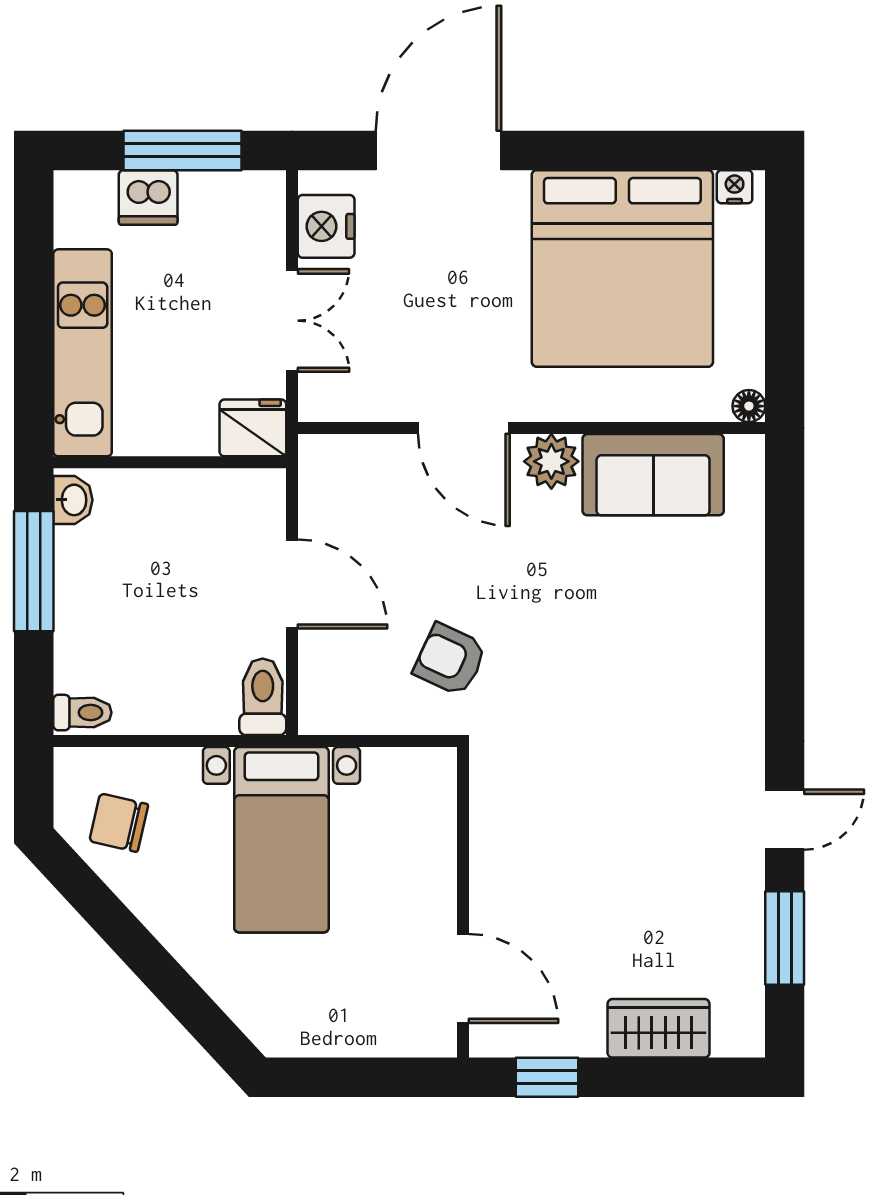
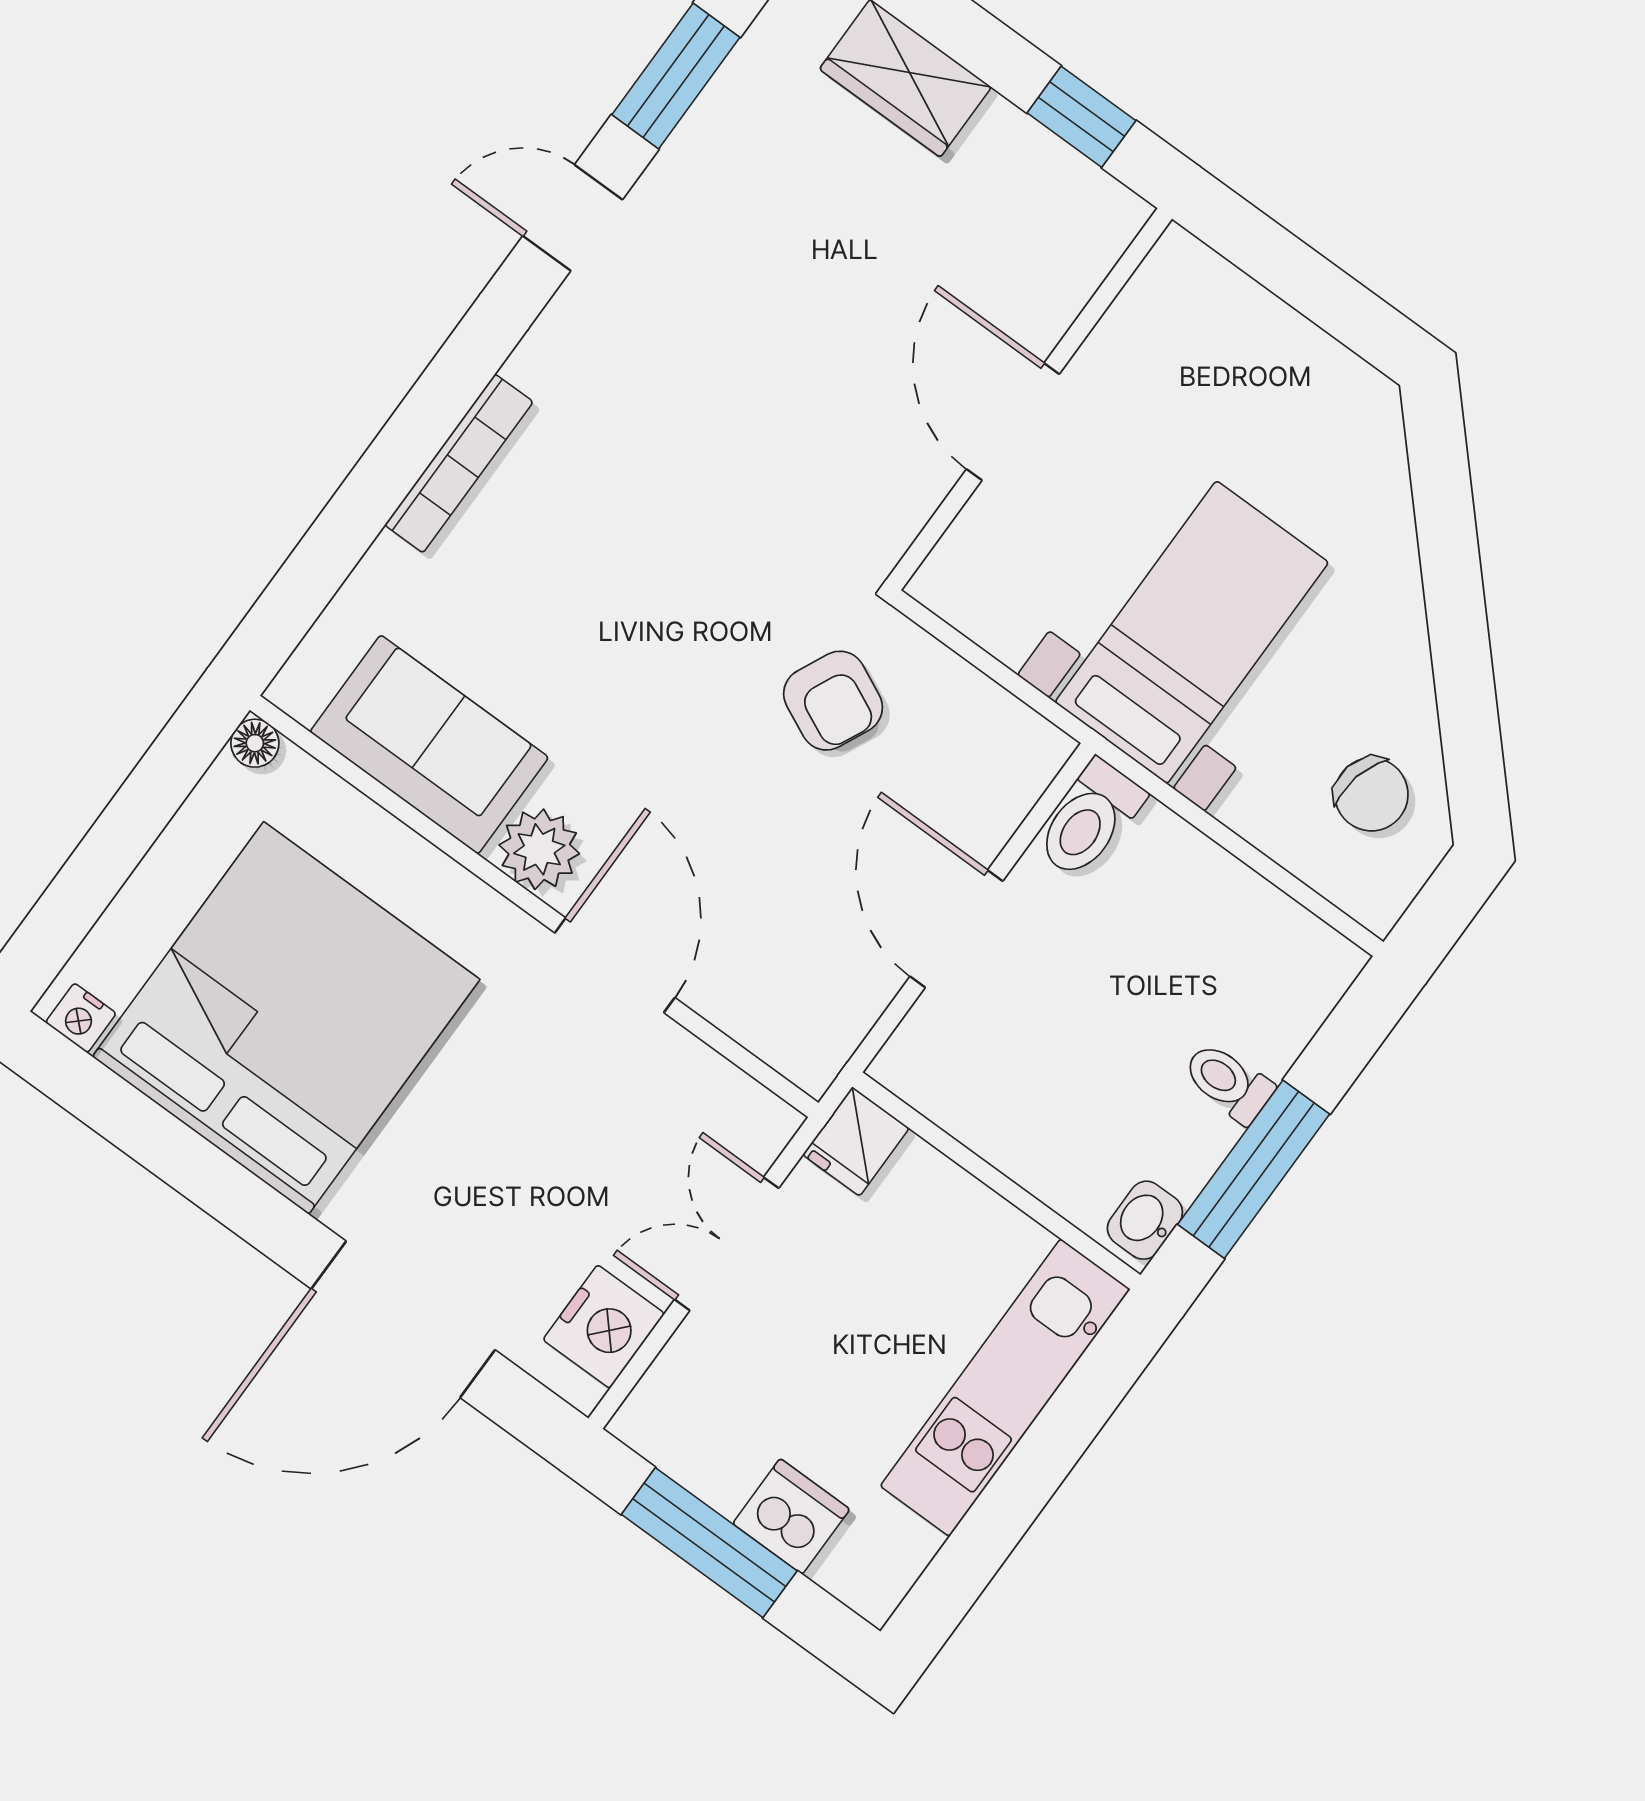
fridge: (253, 428) -> (856, 1141), width x0.72
bookcase: (749, 640) -> (459, 463), added
toilet: (82, 713) -> (1228, 1082), moved
door: (463, 978) -> (1013, 422), moved

